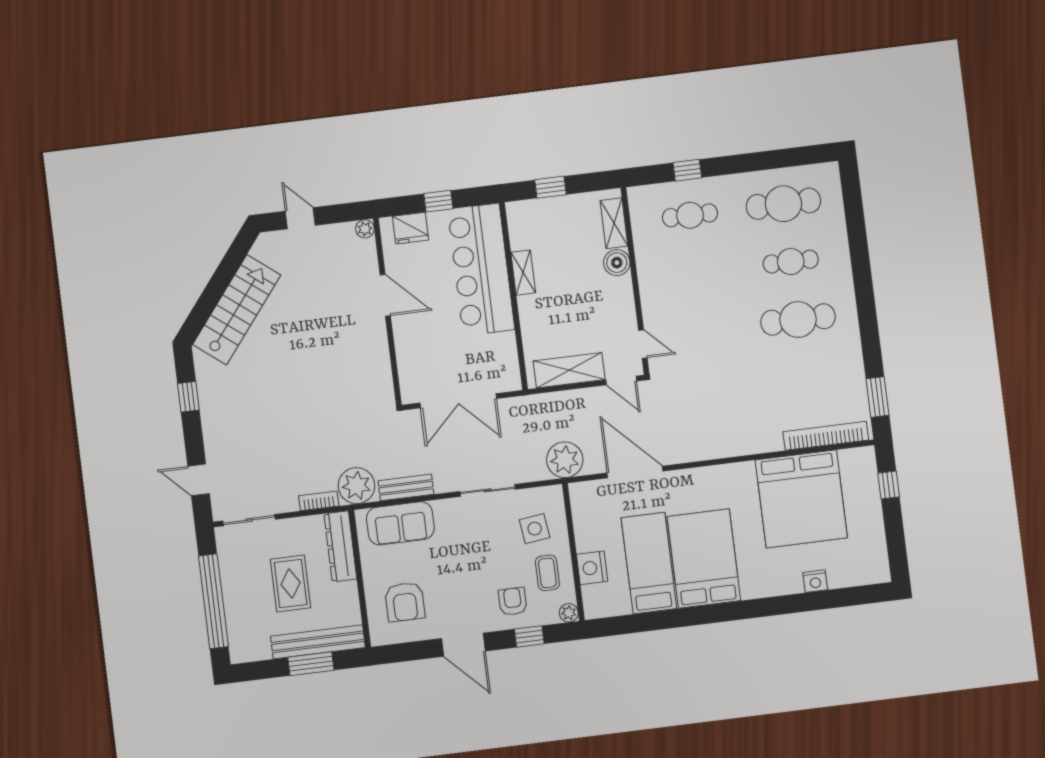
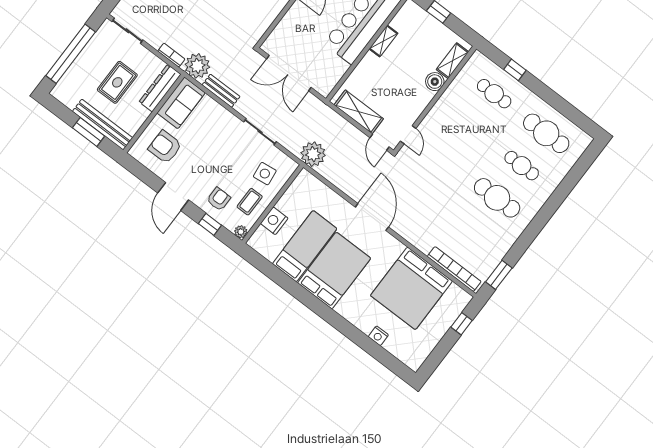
door: (635, 472) -> (372, 217), moved
sofa: (400, 523) -> (181, 103), moved, turned -90
armchair: (405, 602) -> (165, 147), turned 90

